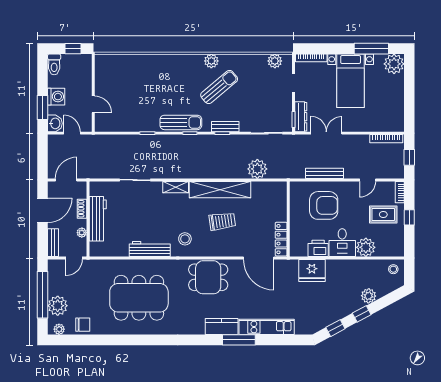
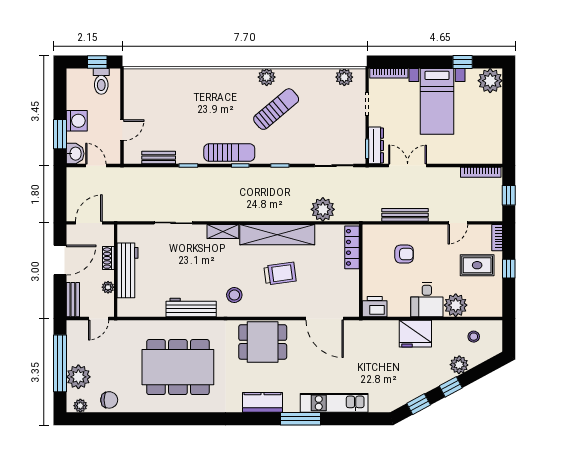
window: (371, 49) -> (463, 62), width x0.46
toilet: (54, 64) -> (101, 81), moved
door: (93, 104) -> (122, 130), hinge flipped
bench: (225, 127) -> (159, 158), moved
armchair: (324, 205) -> (404, 254), width x0.53, depth x0.53
locker: (281, 239) -> (352, 247), moved
printer: (318, 248) -> (375, 307), moved
stool: (393, 269) -> (474, 337), moved
fridge: (312, 270) -> (415, 334), moved
kitchen counter: (222, 327) -> (262, 402), moved

